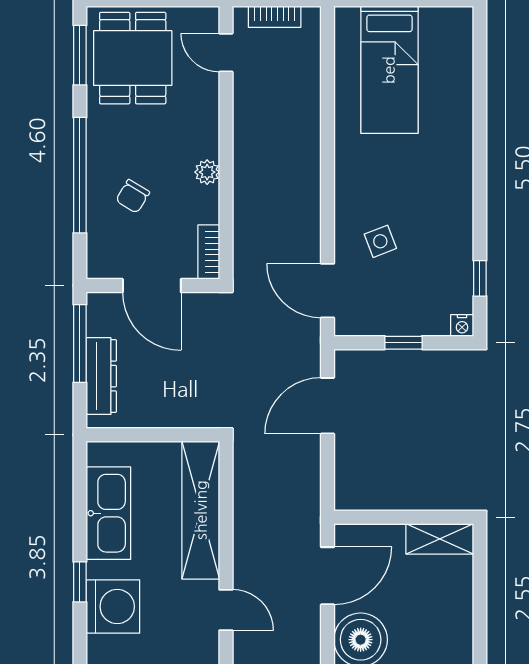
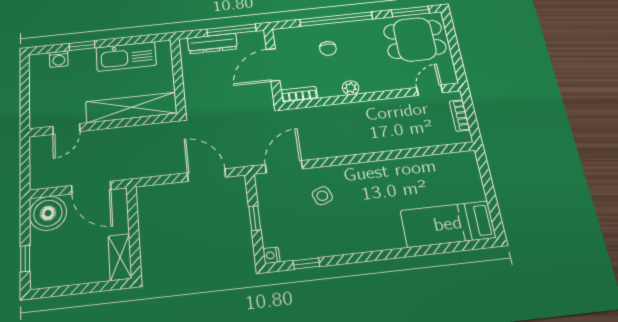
bed: (389, 70) -> (448, 224), moved
chair: (133, 196) -> (328, 48), turned -121
washing machine: (113, 606) -> (59, 59), width x0.53, depth x0.53

